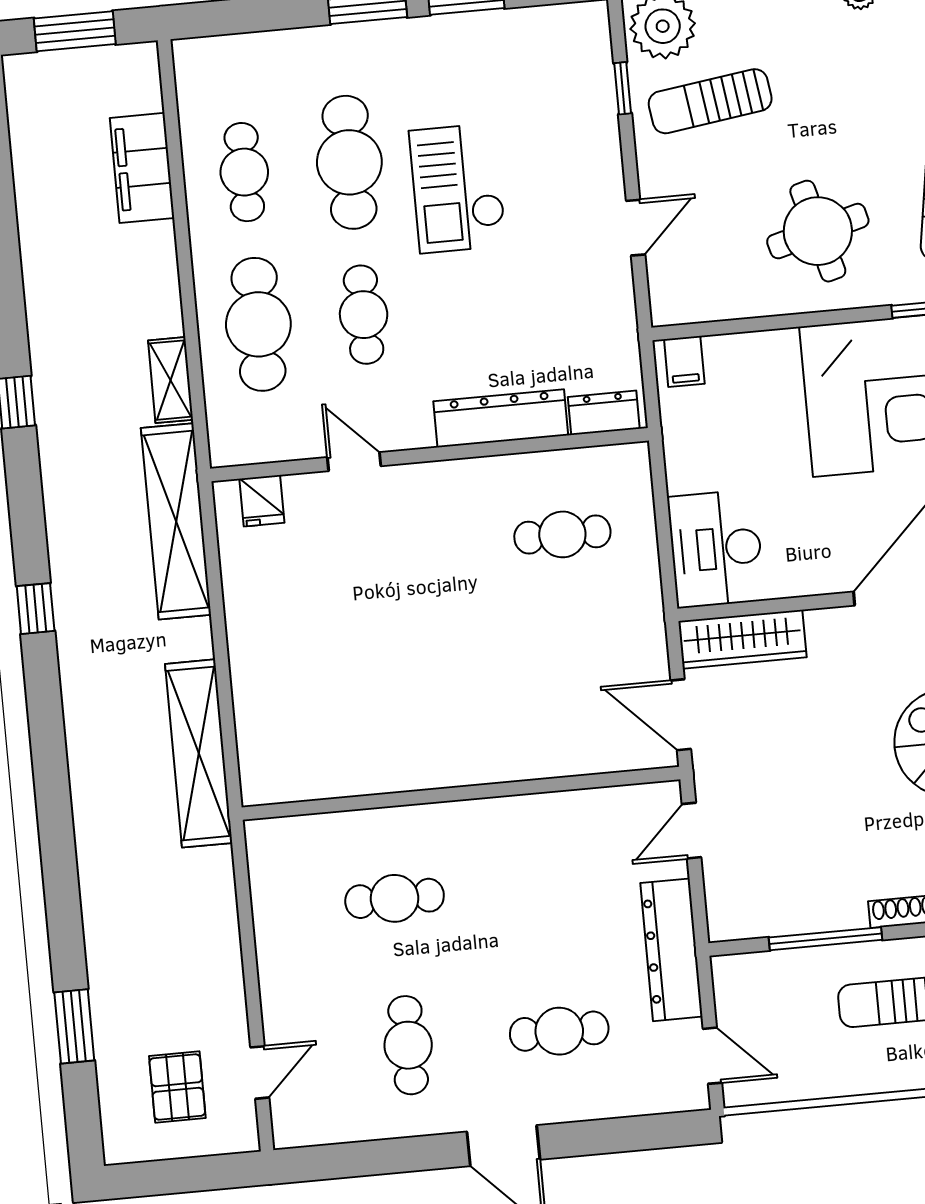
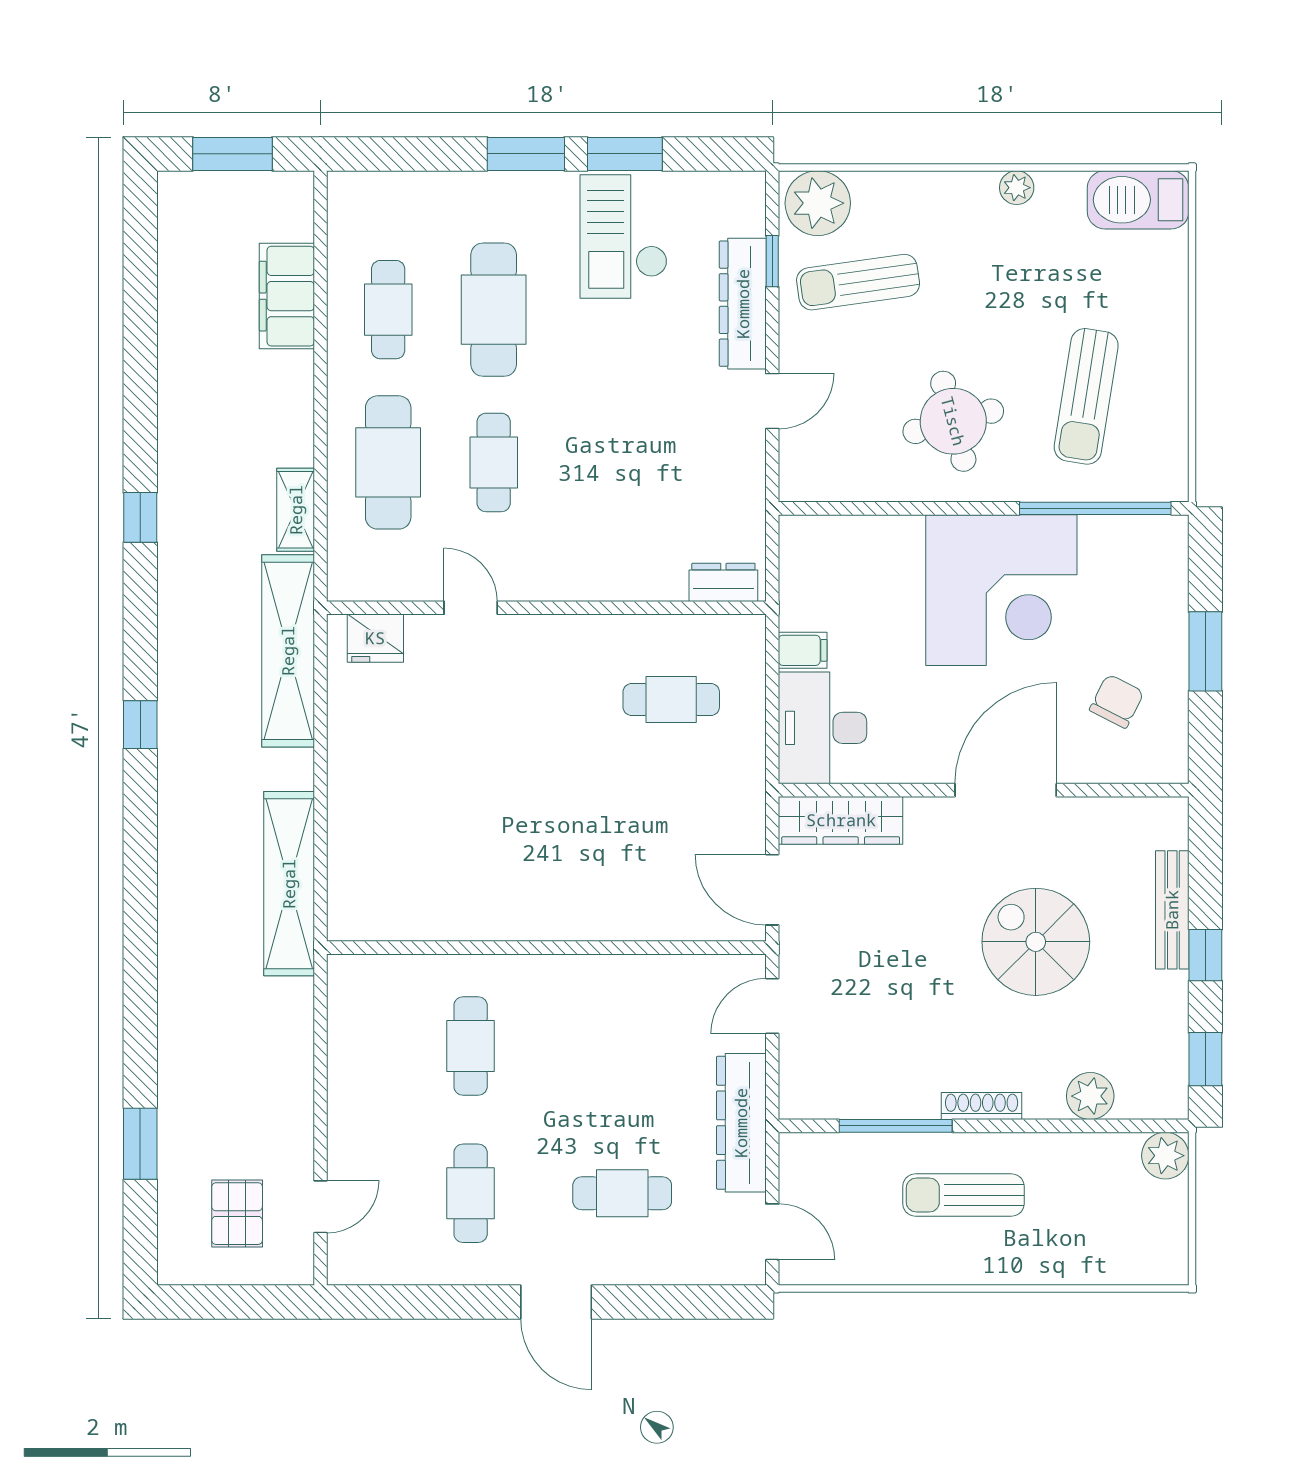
checkout: (458, 188) -> (624, 236), moved
filing cabinet: (684, 361) -> (803, 650), moved, turned -90
dresser: (501, 418) -> (743, 304), moved, turned -90
fridge: (262, 501) -> (375, 638), width x1.38
cafe table: (395, 898) -> (471, 1046), turned 90

